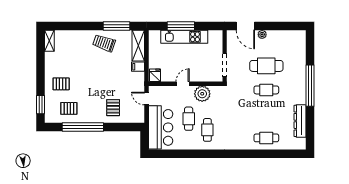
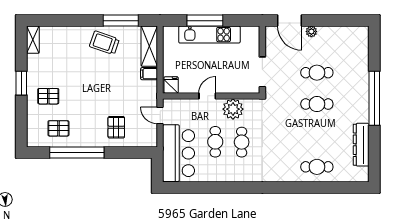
cafe table: (266, 66) -> (317, 73), width x0.73, depth x0.74
window: (40, 105) -> (21, 83), moved
cafe table: (207, 130) -> (242, 142), moved

